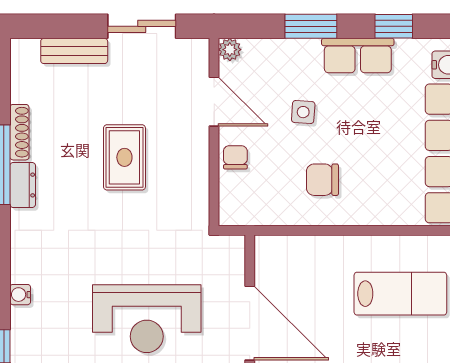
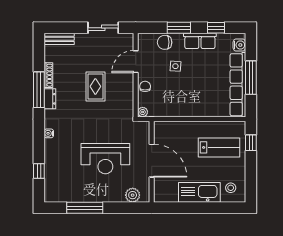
plant: (230, 50) -> (143, 112), moved
bench: (74, 51) -> (59, 39), moved
door: (214, 102) -> (136, 62), swing flipped
chair: (322, 180) -> (165, 42), moved
water cooler: (20, 295) -> (49, 133), moved

